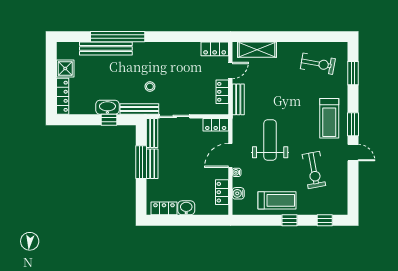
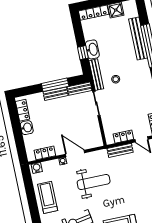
locker: (216, 125) -> (97, 137), removed
water cooler: (238, 193) -> (37, 168), moved
treadmill: (277, 200) -> (48, 197), turned 180
window: (289, 220) -> (34, 210), removed

